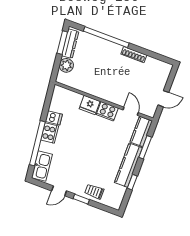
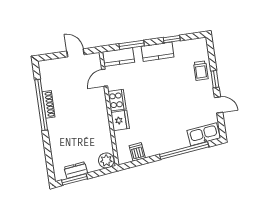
window: (106, 37) -> (41, 105), moved
dresser: (70, 44) -> (76, 170), width x0.70
plant: (66, 65) -> (106, 160), moved
dishwasher: (54, 118) -> (137, 152), moved
cooker: (50, 133) -> (168, 144), removed
kitchen counter: (128, 165) -> (158, 52), width x0.67

